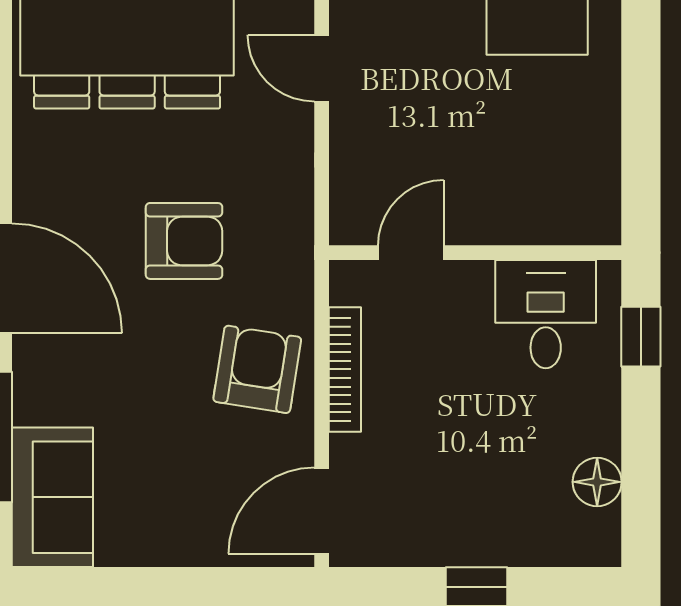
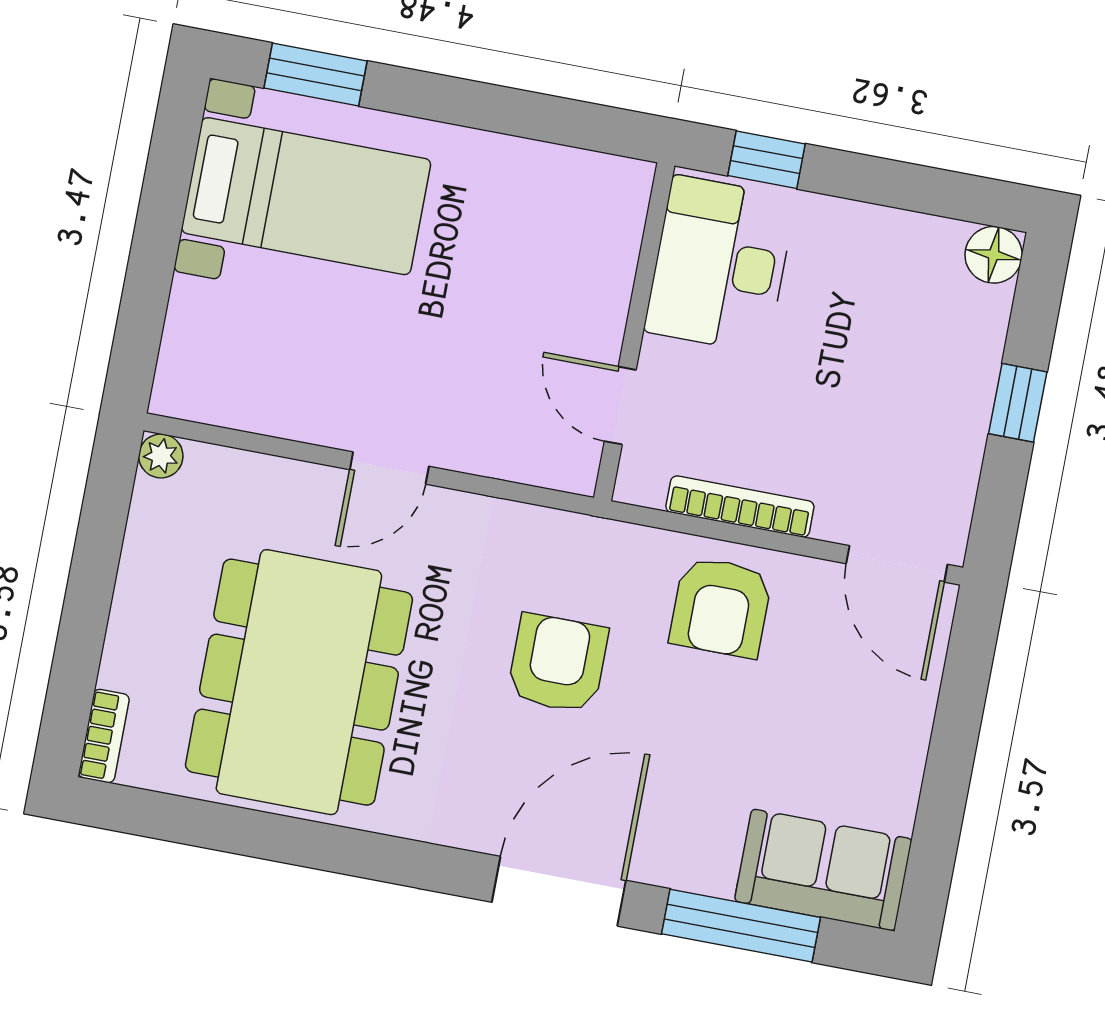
desk: (546, 314) -> (720, 264), width x1.37
armchair: (257, 369) -> (721, 607), turned -99
floor lamp: (597, 482) -> (994, 255), moved

